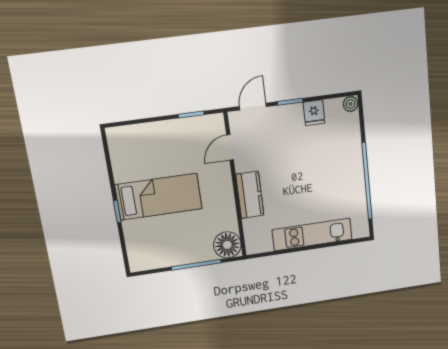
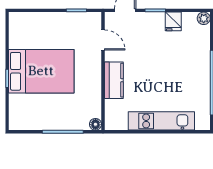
door: (230, 147) -> (103, 40), swing flipped
bed: (159, 197) -> (41, 71), width x1.50
floor lamp: (227, 245) -> (95, 124), width x0.53, depth x0.53

